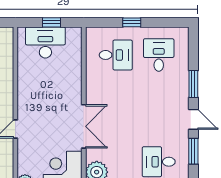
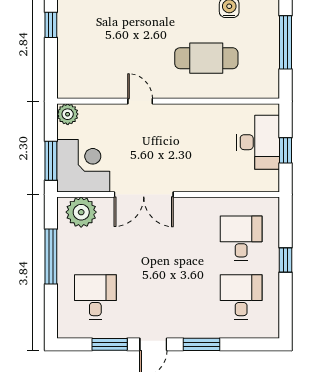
desk: (116, 55) -> (241, 238), turned 180
desk: (159, 55) -> (241, 297), turned -90

